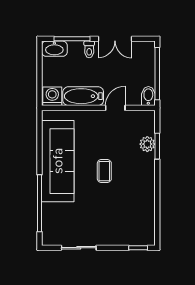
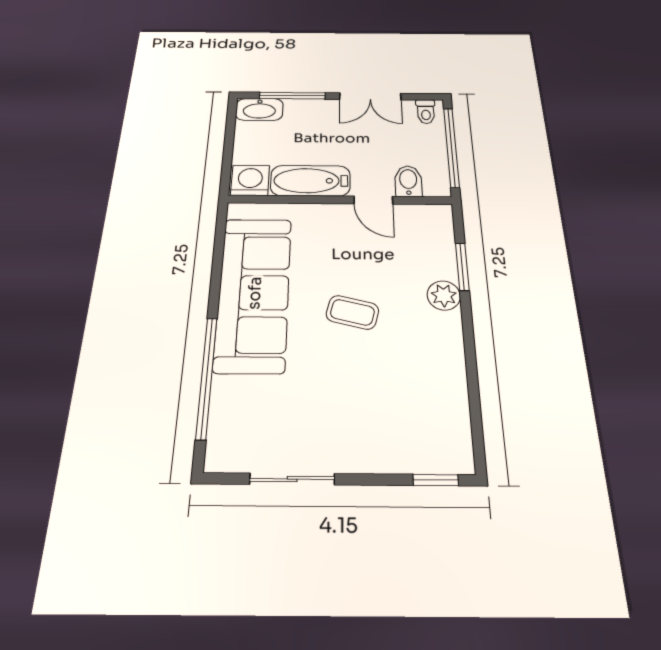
toilet: (89, 49) -> (426, 112), moved
bidet: (148, 96) -> (408, 181), moved
door: (115, 108) -> (373, 200), swing flipped
plant: (147, 144) -> (444, 295), moved
coffee table: (104, 171) -> (352, 312), turned -76

